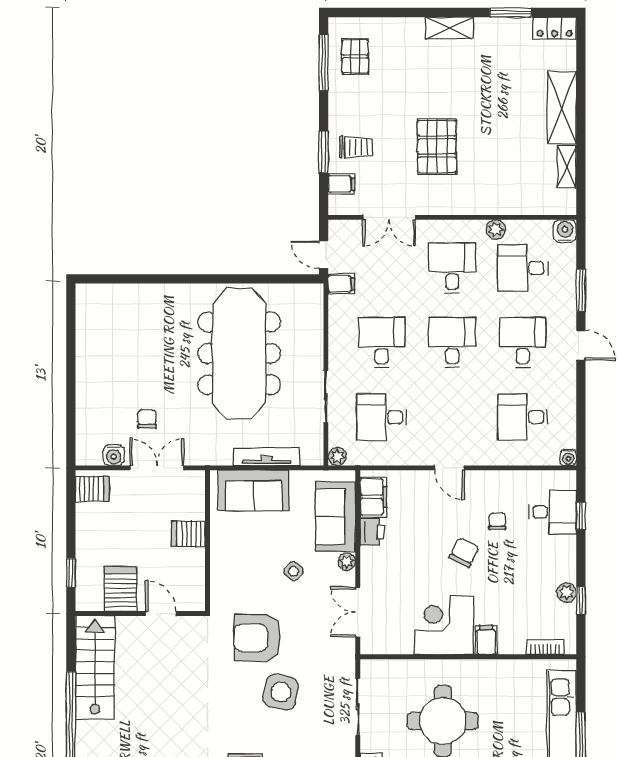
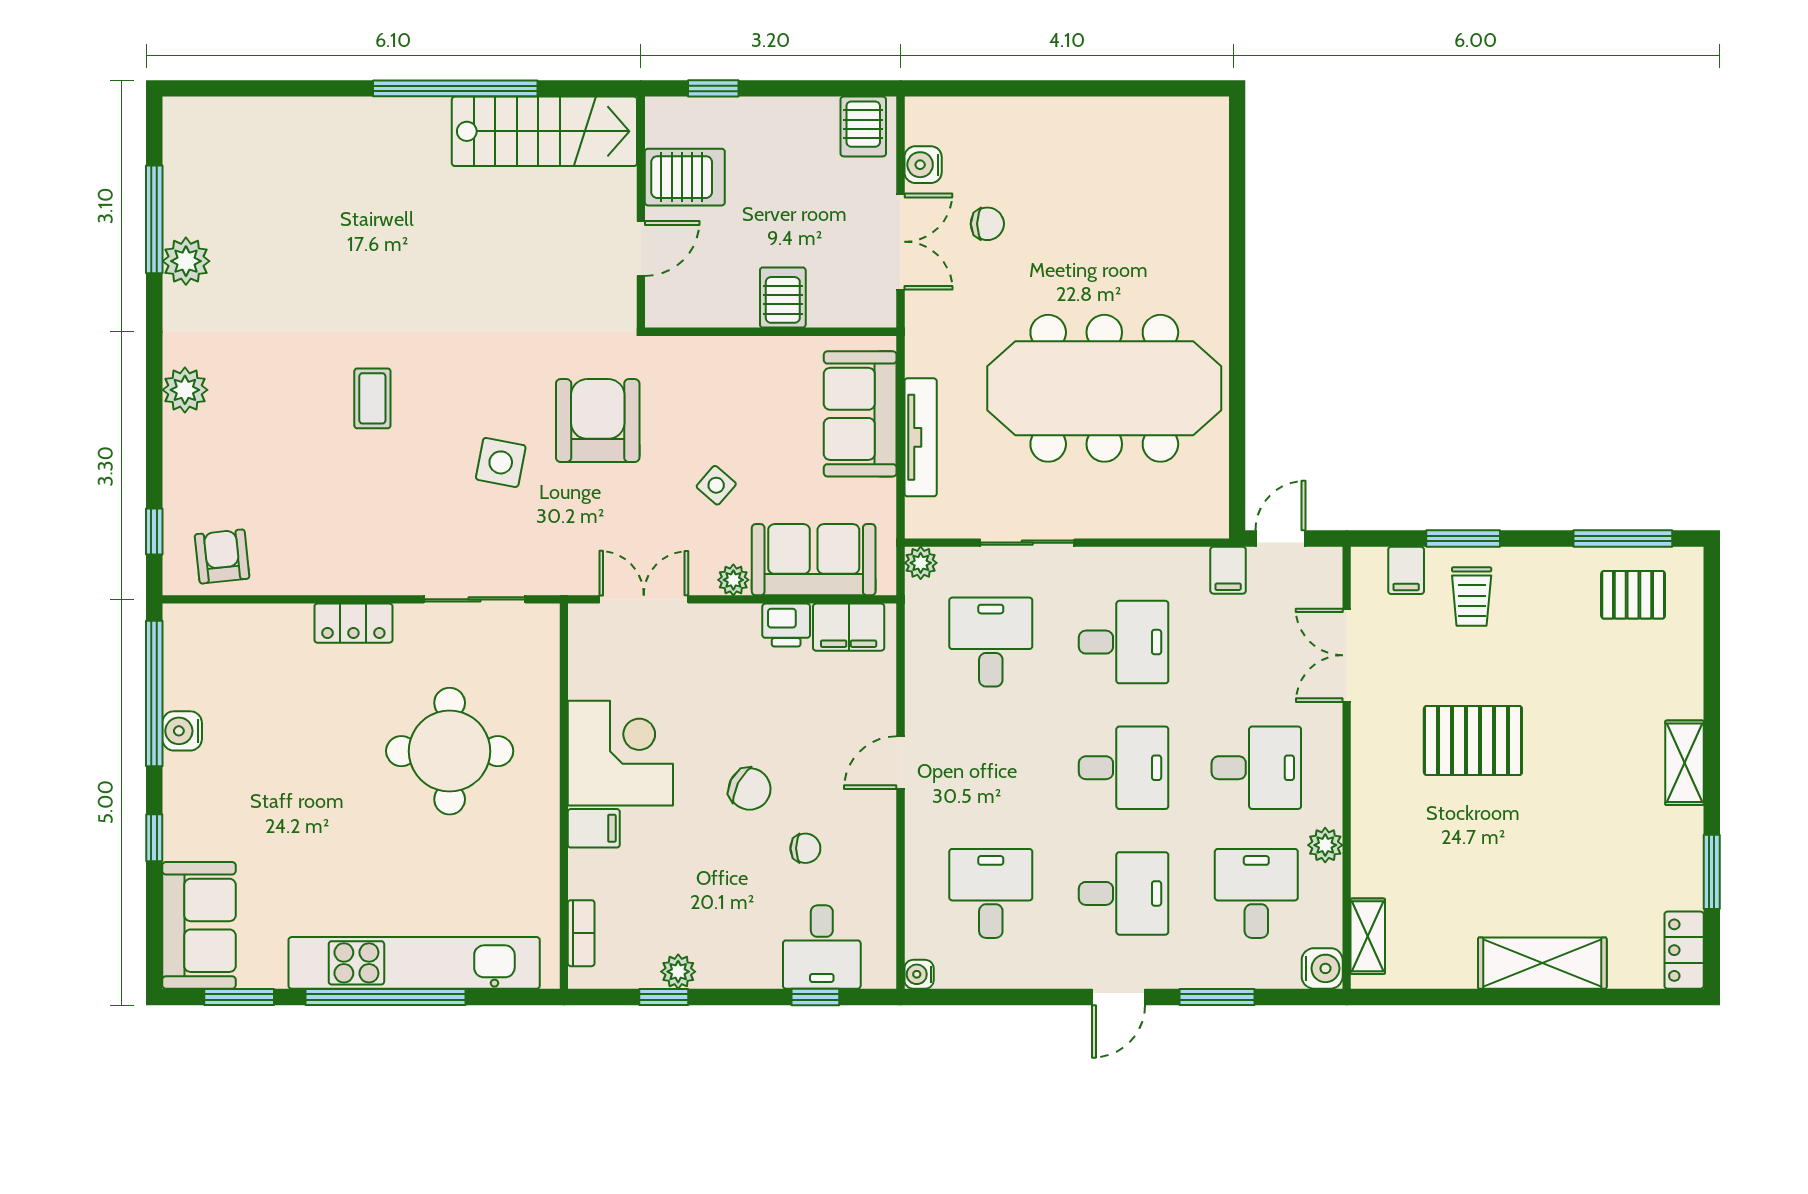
shelving: (567, 167) -> (1368, 936), moved, turned 90
side table: (281, 692) -> (501, 462), width x0.73, depth x0.73

